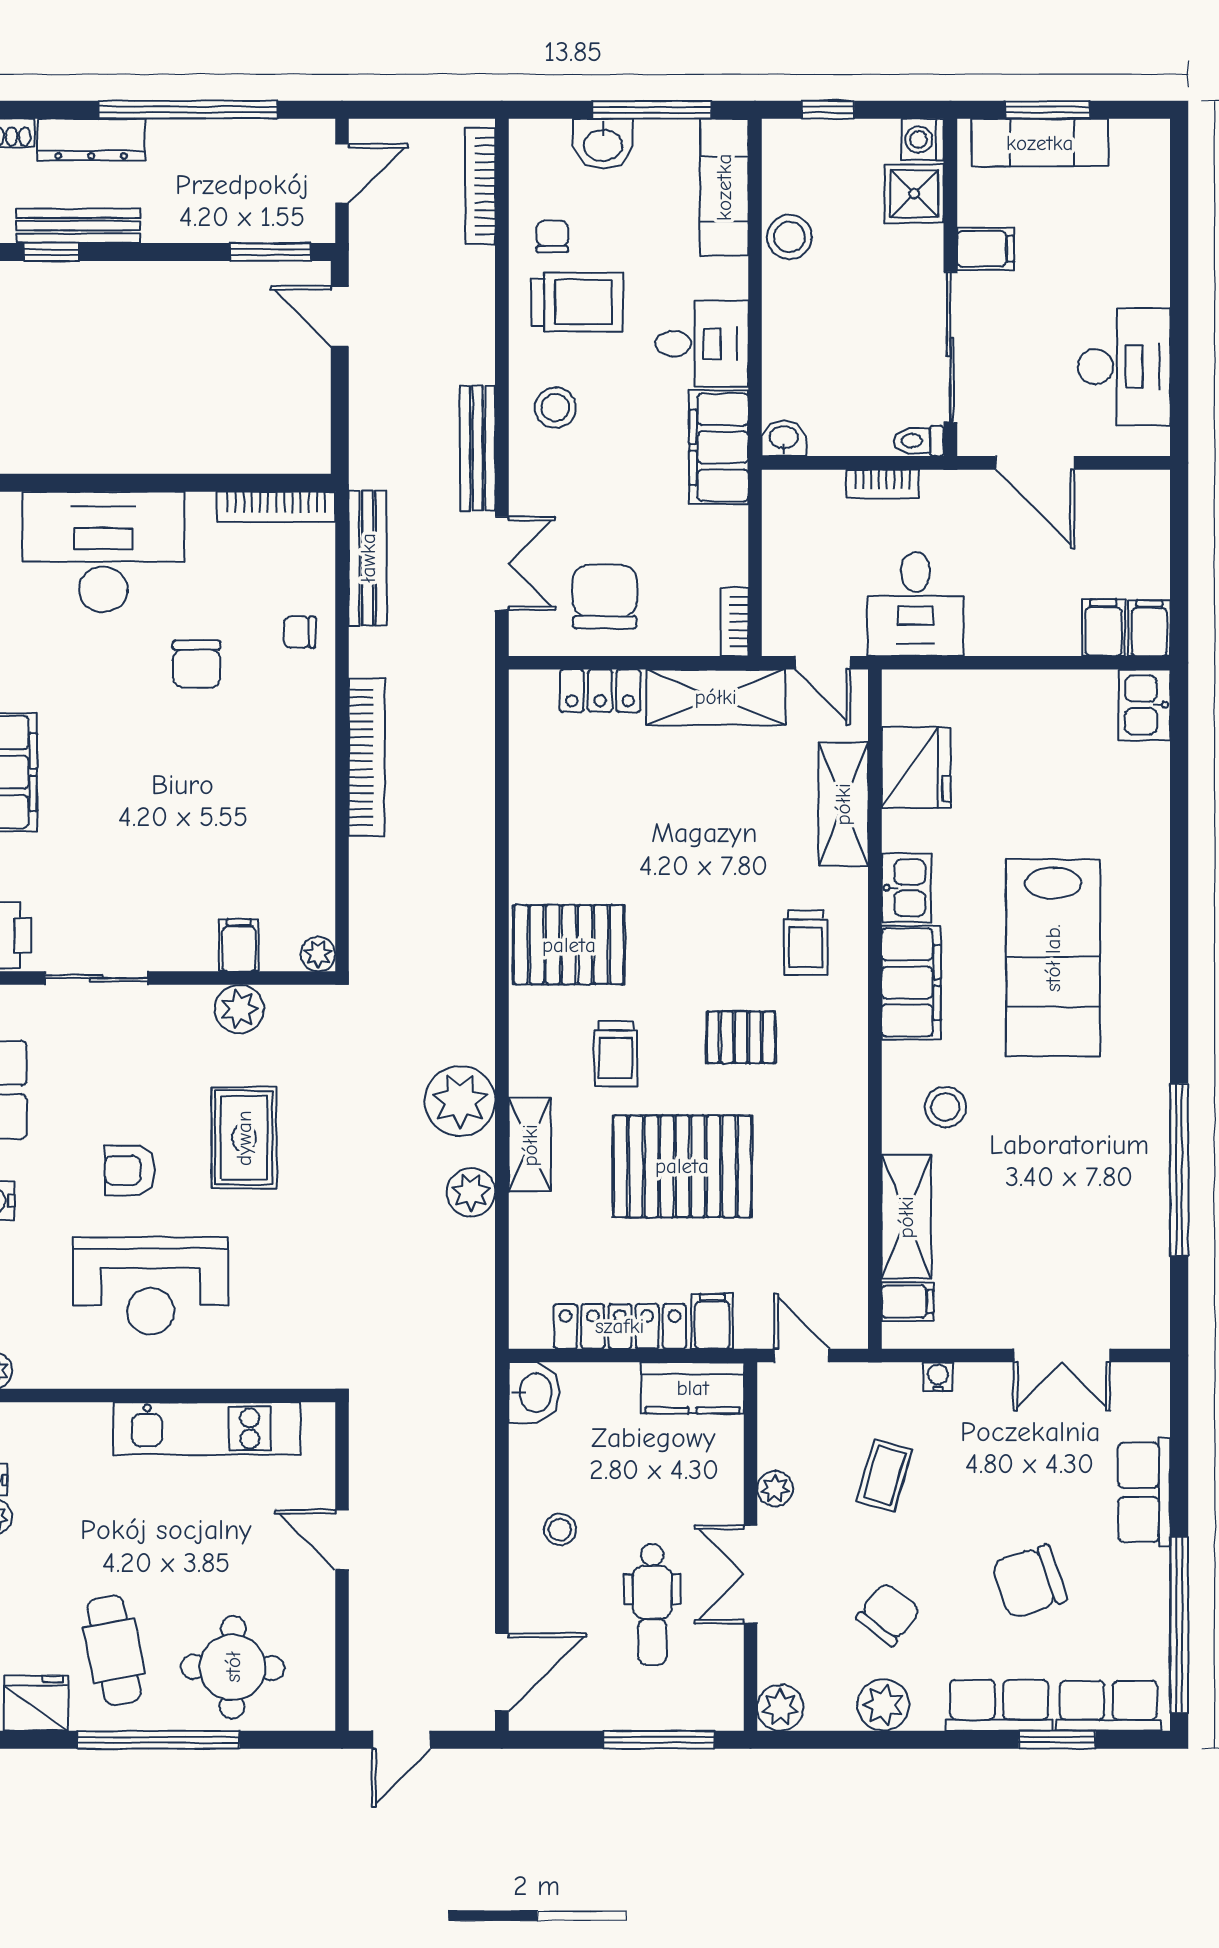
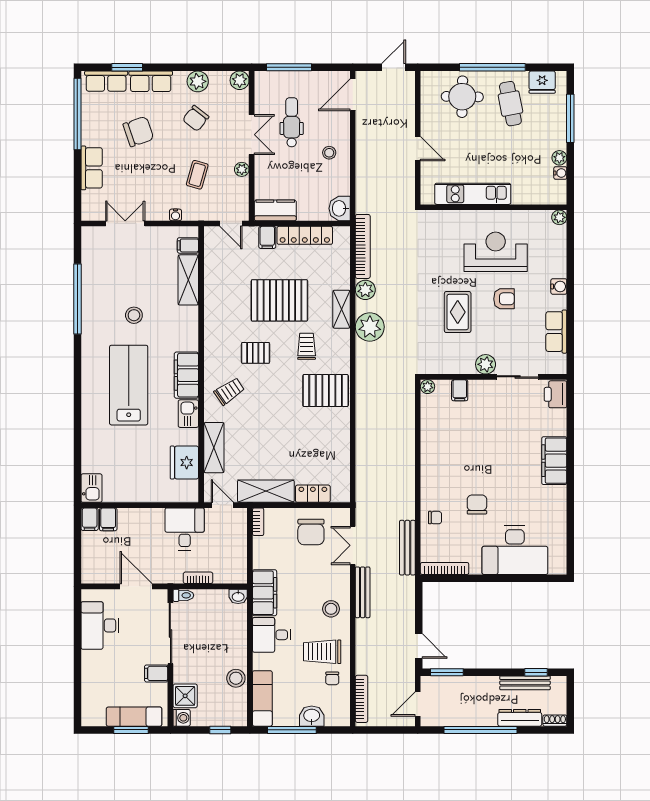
bookcase: (367, 757) -> (363, 246), moved, turned 180
trolley: (806, 943) -> (229, 391), turned 56
plant: (239, 1009) -> (486, 364), moved
stool: (945, 1107) -> (134, 315), moved

